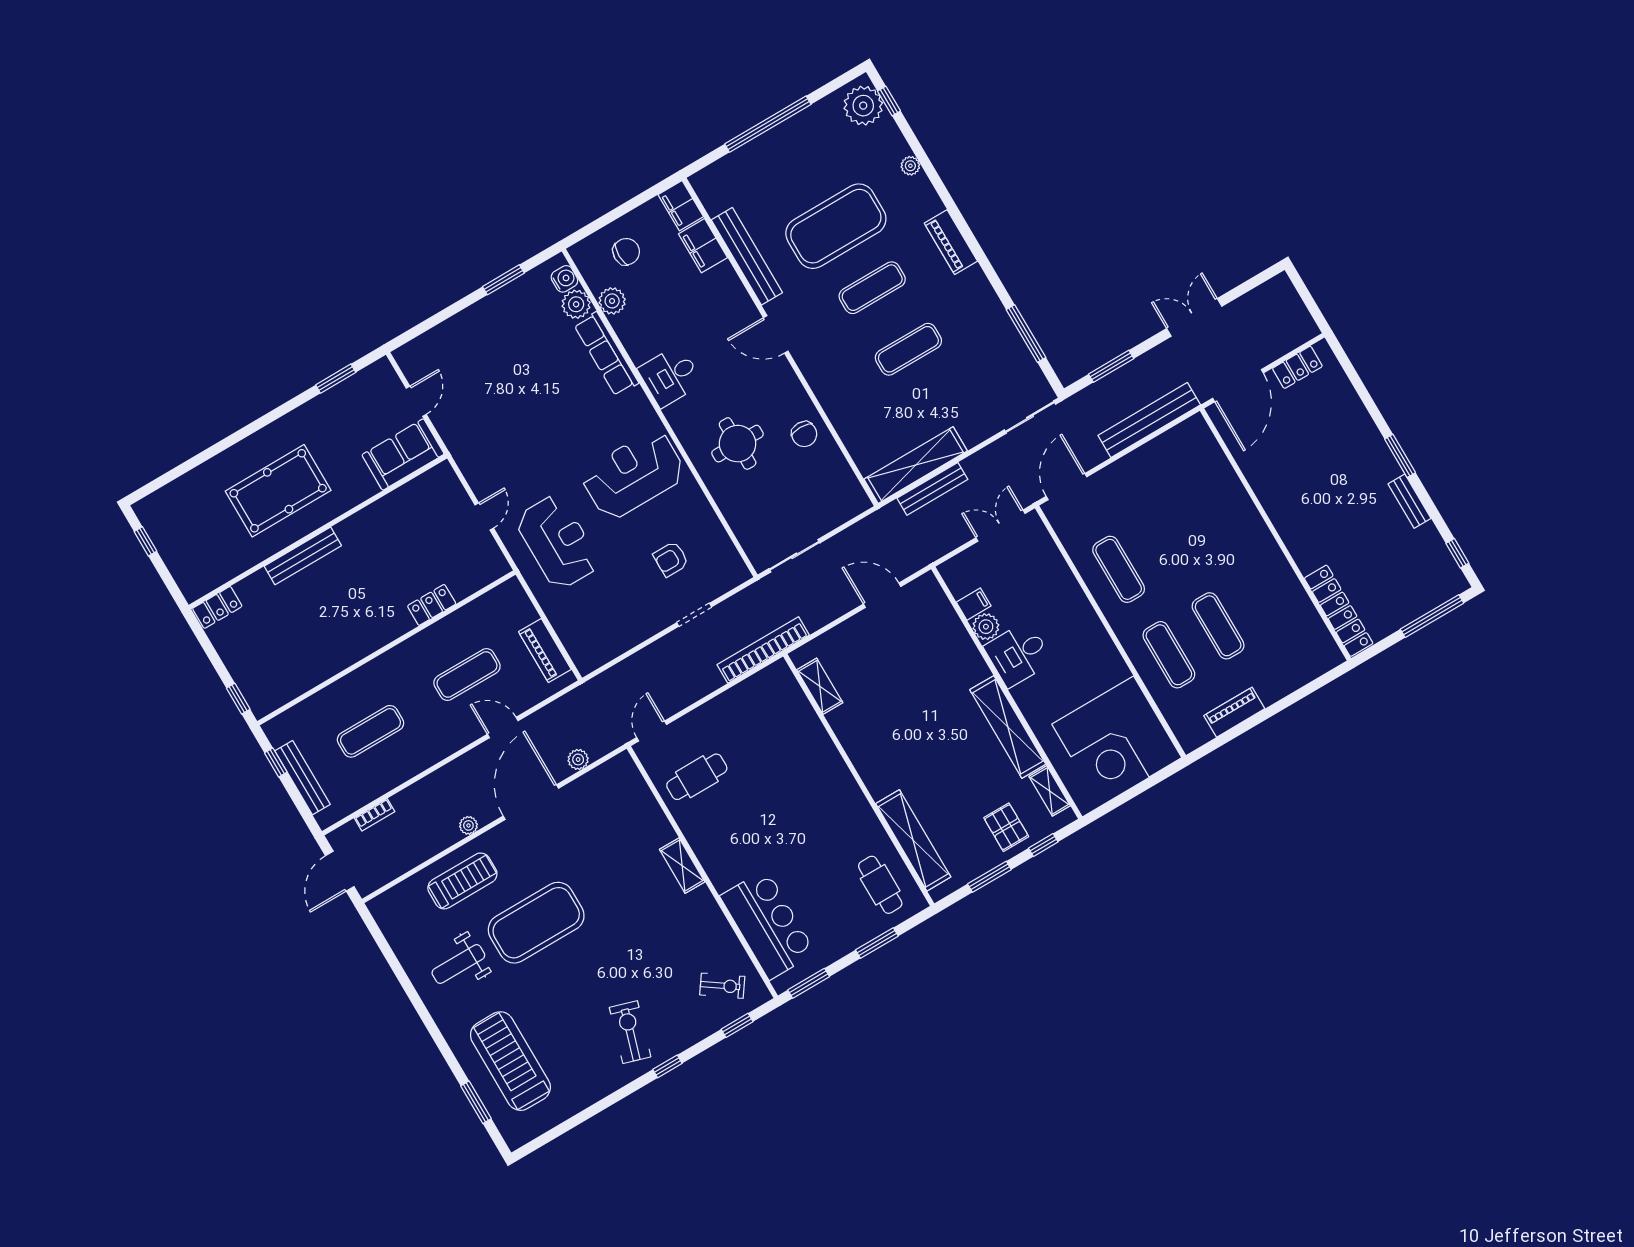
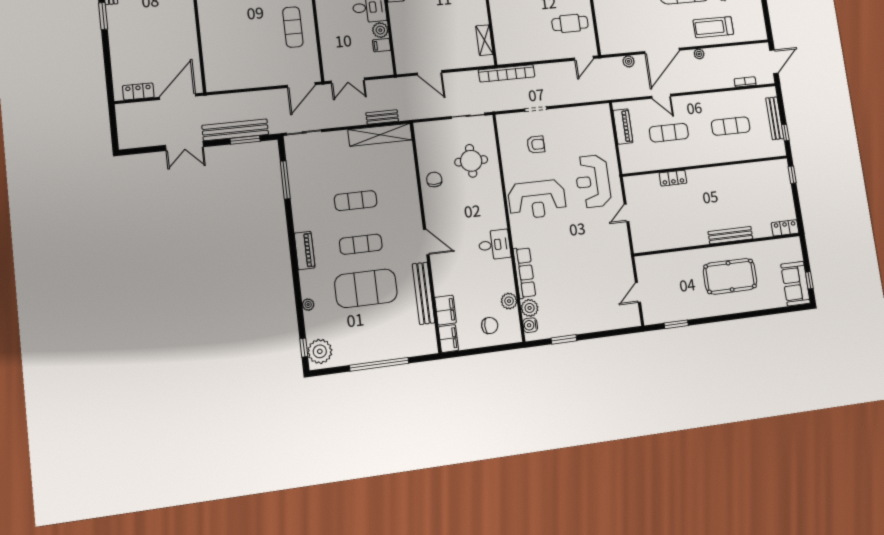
chair: (626, 252) -> (490, 326), turned 180
bench: (1149, 420) -> (235, 130), moved
round table: (738, 444) -> (471, 161), moved
sofa: (403, 454) -> (796, 284), moved, turned 90
bench: (932, 489) -> (382, 117), width x0.73

